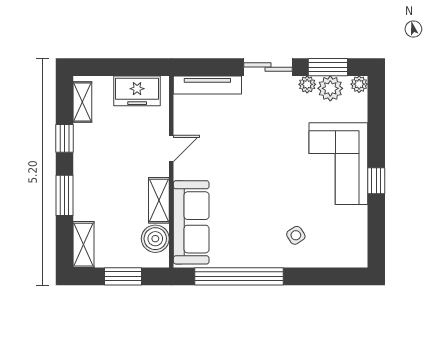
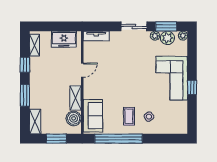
tv unit: (207, 85) -> (96, 36), width x0.71
sofa: (191, 222) -> (93, 116), width x0.73
coffee table: (259, 235) -> (129, 116), added

